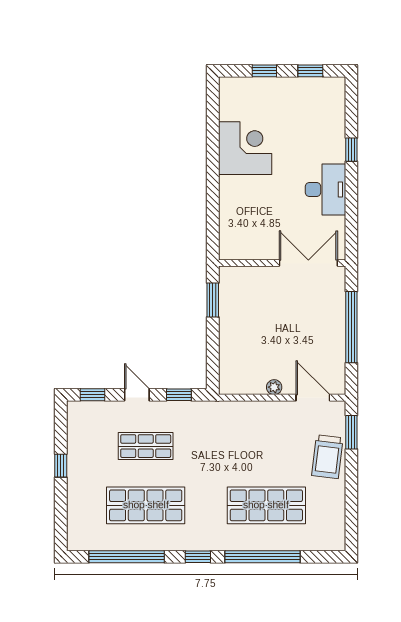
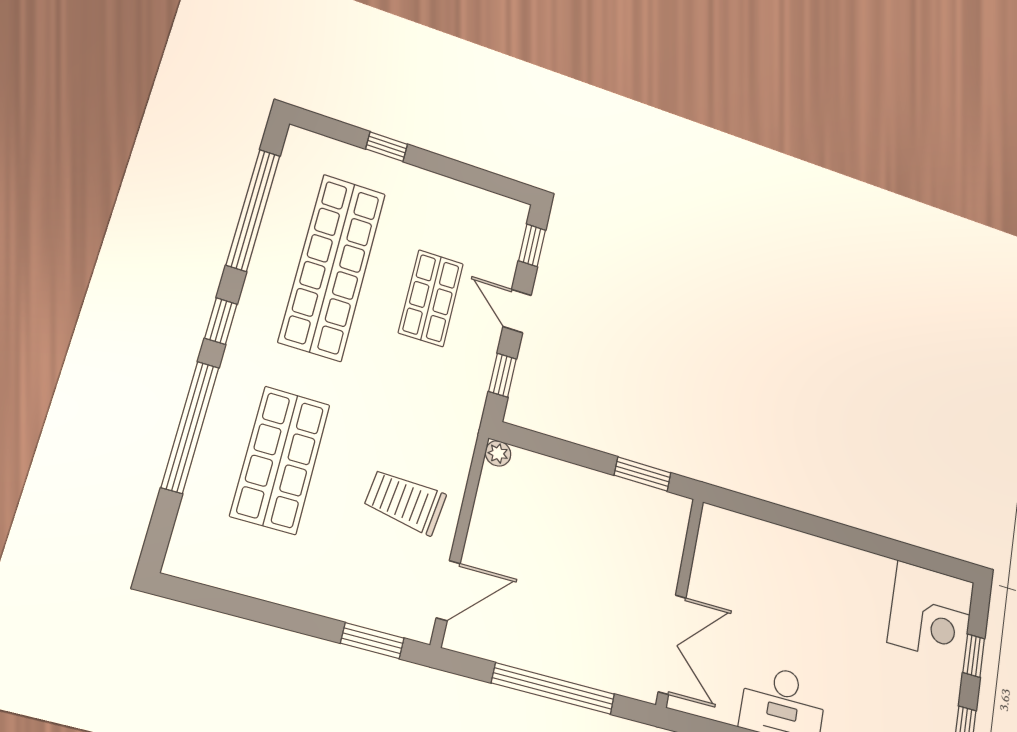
corner desk: (245, 148) -> (931, 612), moved
plant: (274, 387) -> (498, 453), moved
door: (137, 395) -> (517, 311), swing flipped
trolley: (327, 457) -> (405, 502), moved
window: (61, 466) -> (387, 147), moved
shop shelf: (146, 505) -> (332, 267), width x1.40

